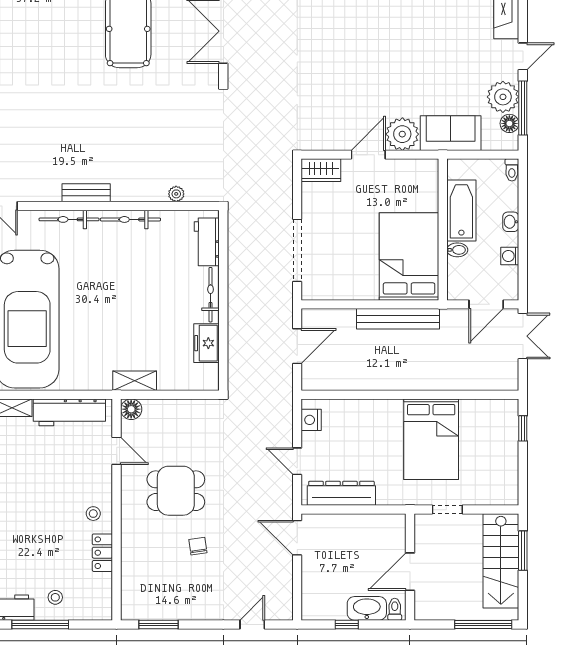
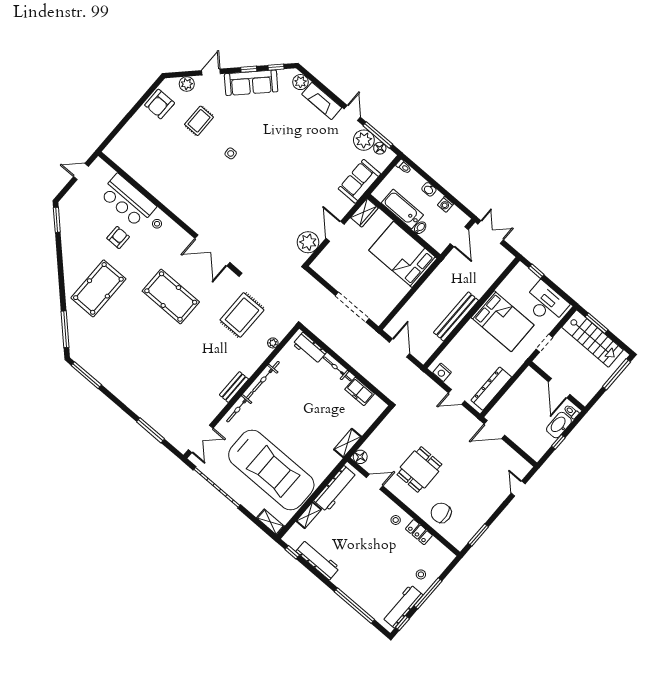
rug: (178, 130) -> (242, 315), added
plant: (402, 134) -> (308, 242), moved
wardrobe: (321, 170) -> (364, 213), moved
bench: (398, 319) -> (456, 316), moved
desk: (495, 471) -> (546, 303), added
chair: (198, 546) -> (441, 513), moved, width x1.87, depth x1.87

